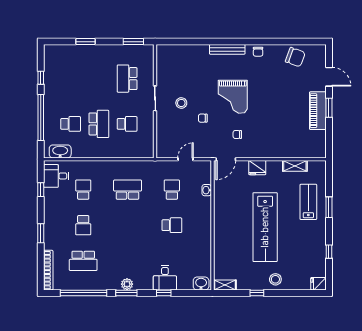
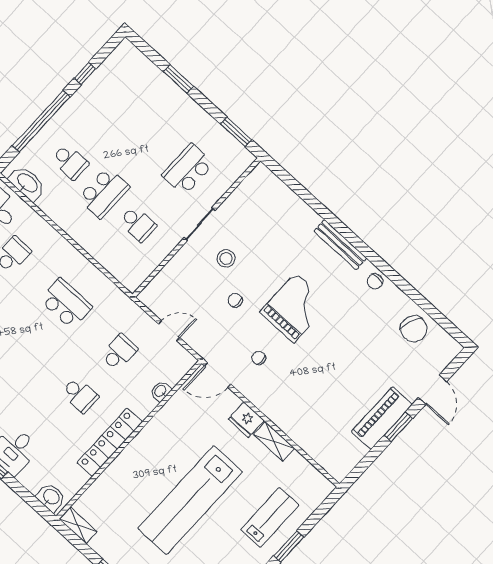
grand piano: (233, 97) -> (295, 308), turned 180
shelving: (295, 166) -> (274, 441), moved
locker: (205, 234) -> (110, 442), added

